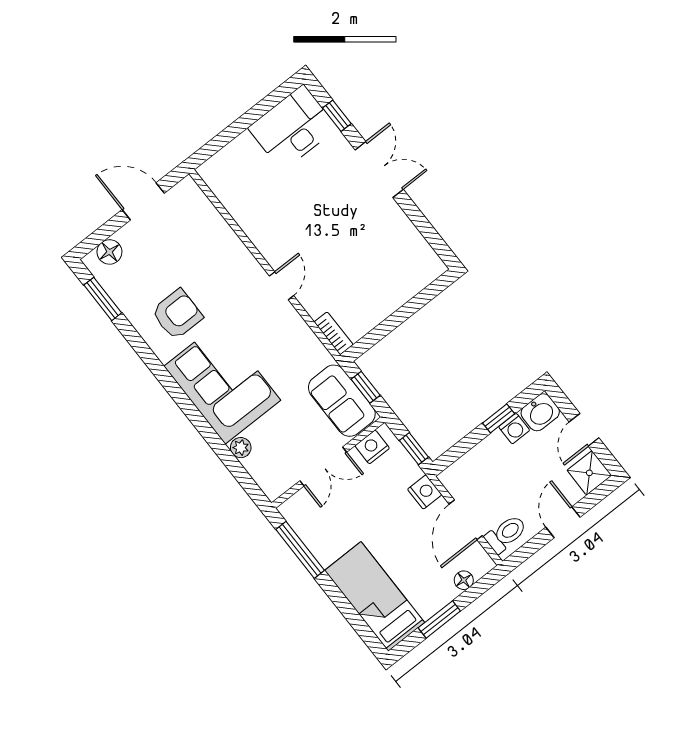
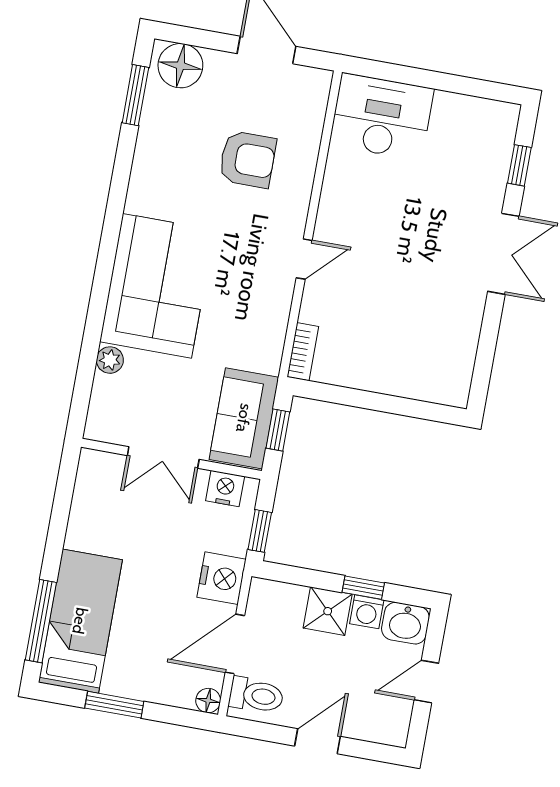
desk: (293, 128) -> (382, 117), moved
floor lamp: (109, 252) -> (180, 66), width x1.38, depth x1.38
armchair: (177, 314) -> (247, 159), moved
shower: (589, 473) -> (328, 611), moved
nightstand: (425, 492) -> (222, 578), width x1.36, depth x1.33
window: (300, 550) -> (41, 621), moved
floor lamp: (464, 580) -> (208, 701), moved

